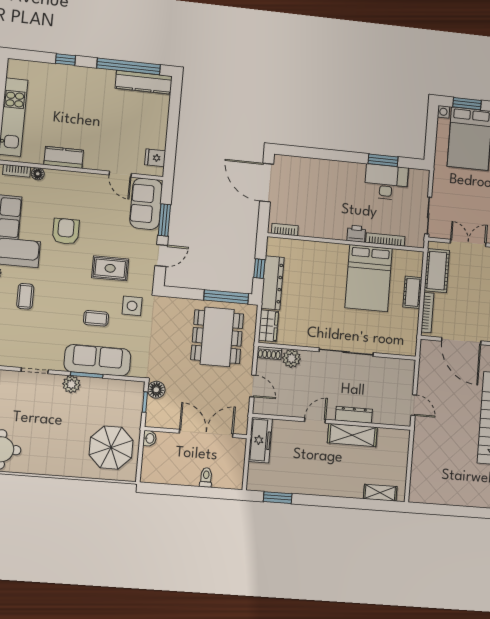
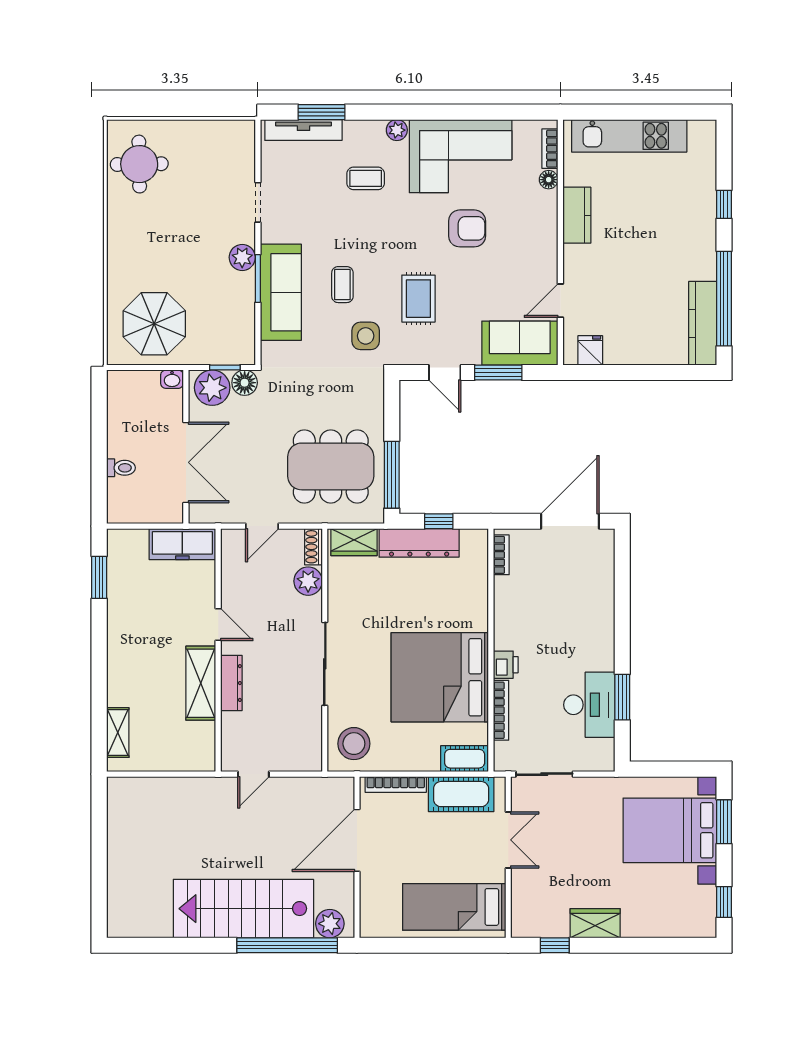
bed: (369, 278) -> (440, 677), width x1.36
cot: (412, 292) -> (465, 759), moved
stool: (399, 338) -> (354, 744), added
plant: (158, 412) -> (212, 388), added

